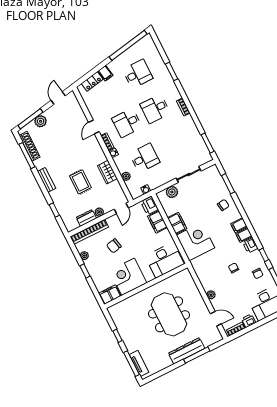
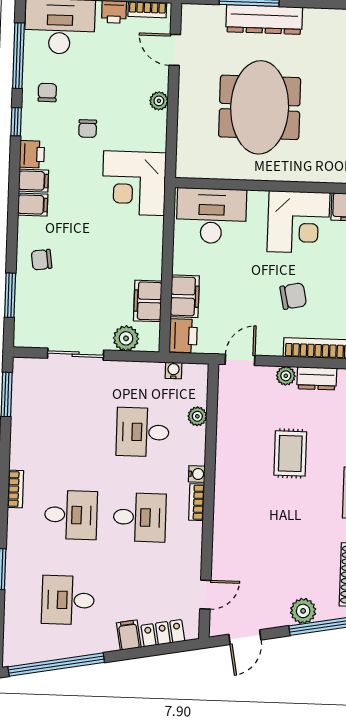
door: (94, 127) -> (205, 595), moved
wardrobe: (107, 172) -> (229, 444), removed
filing cabinet: (177, 223) -> (148, 301), moved
corner desk: (195, 241) -> (134, 183), moved

